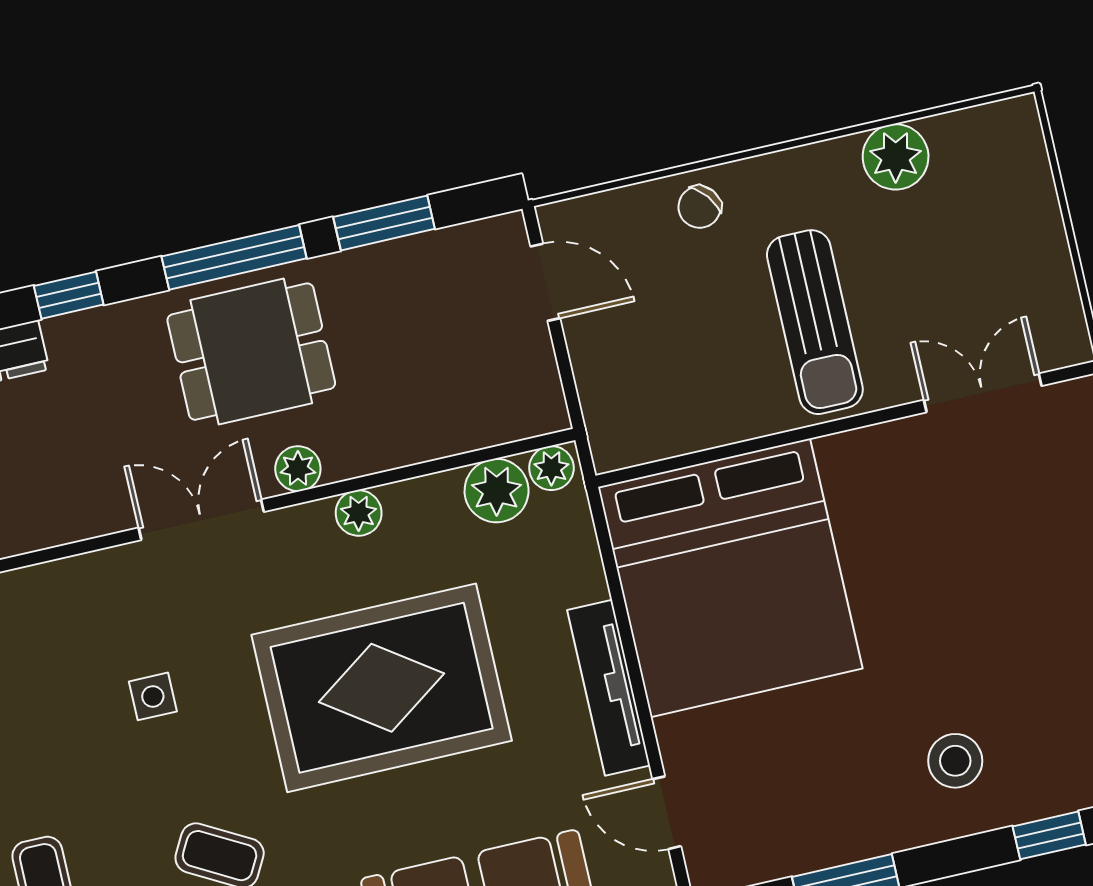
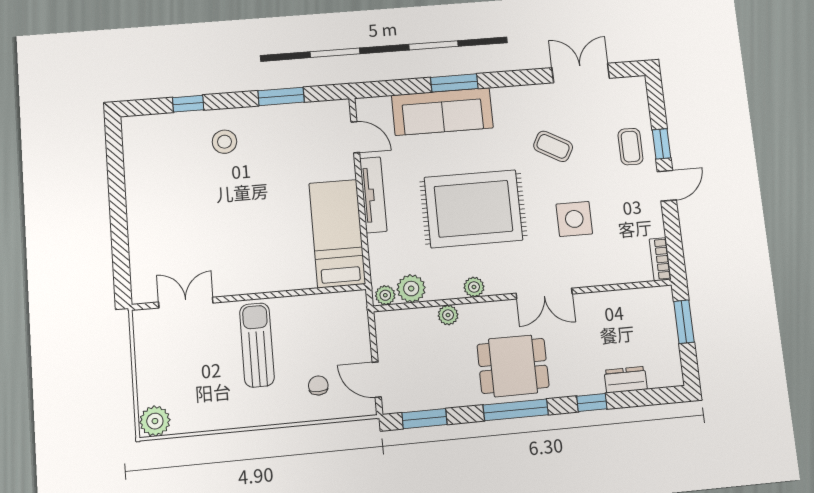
plant: (896, 157) -> (155, 421), moved
chair: (700, 207) -> (318, 385), moved, turned -52
window: (384, 223) -> (425, 419), moved
double door: (983, 393) -> (186, 303), swing flipped
plant: (298, 469) -> (448, 315), moved
bed: (730, 578) -> (337, 233), width x0.49
side table: (153, 696) -> (574, 219), width x1.87, depth x1.87

